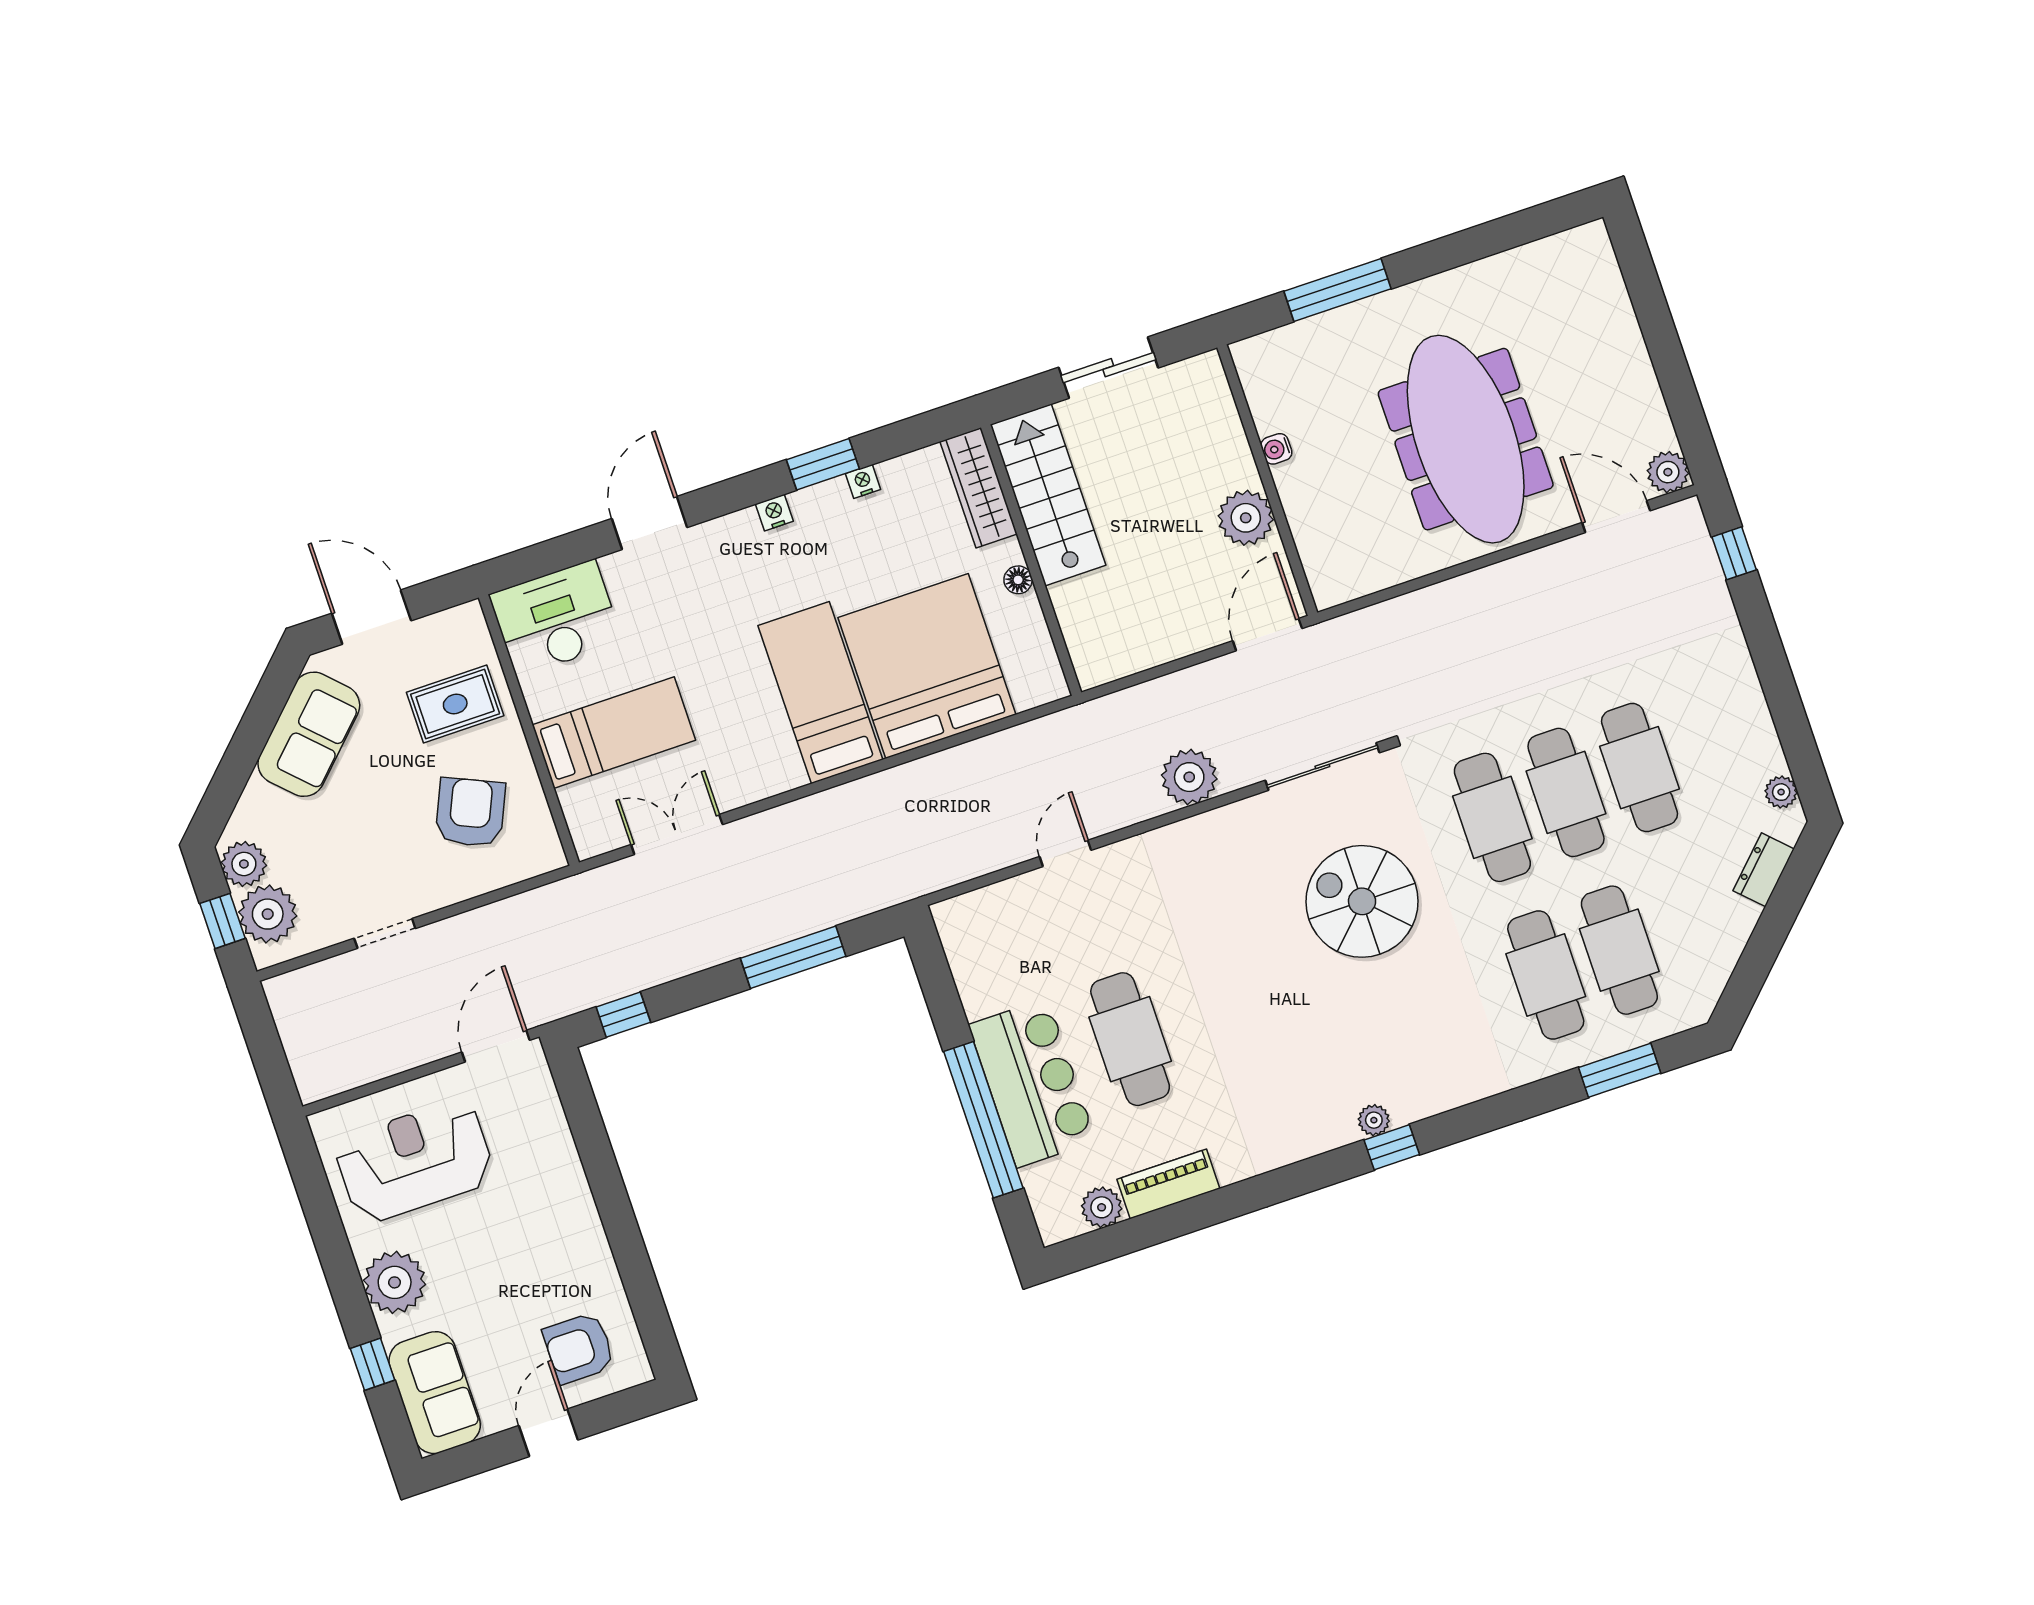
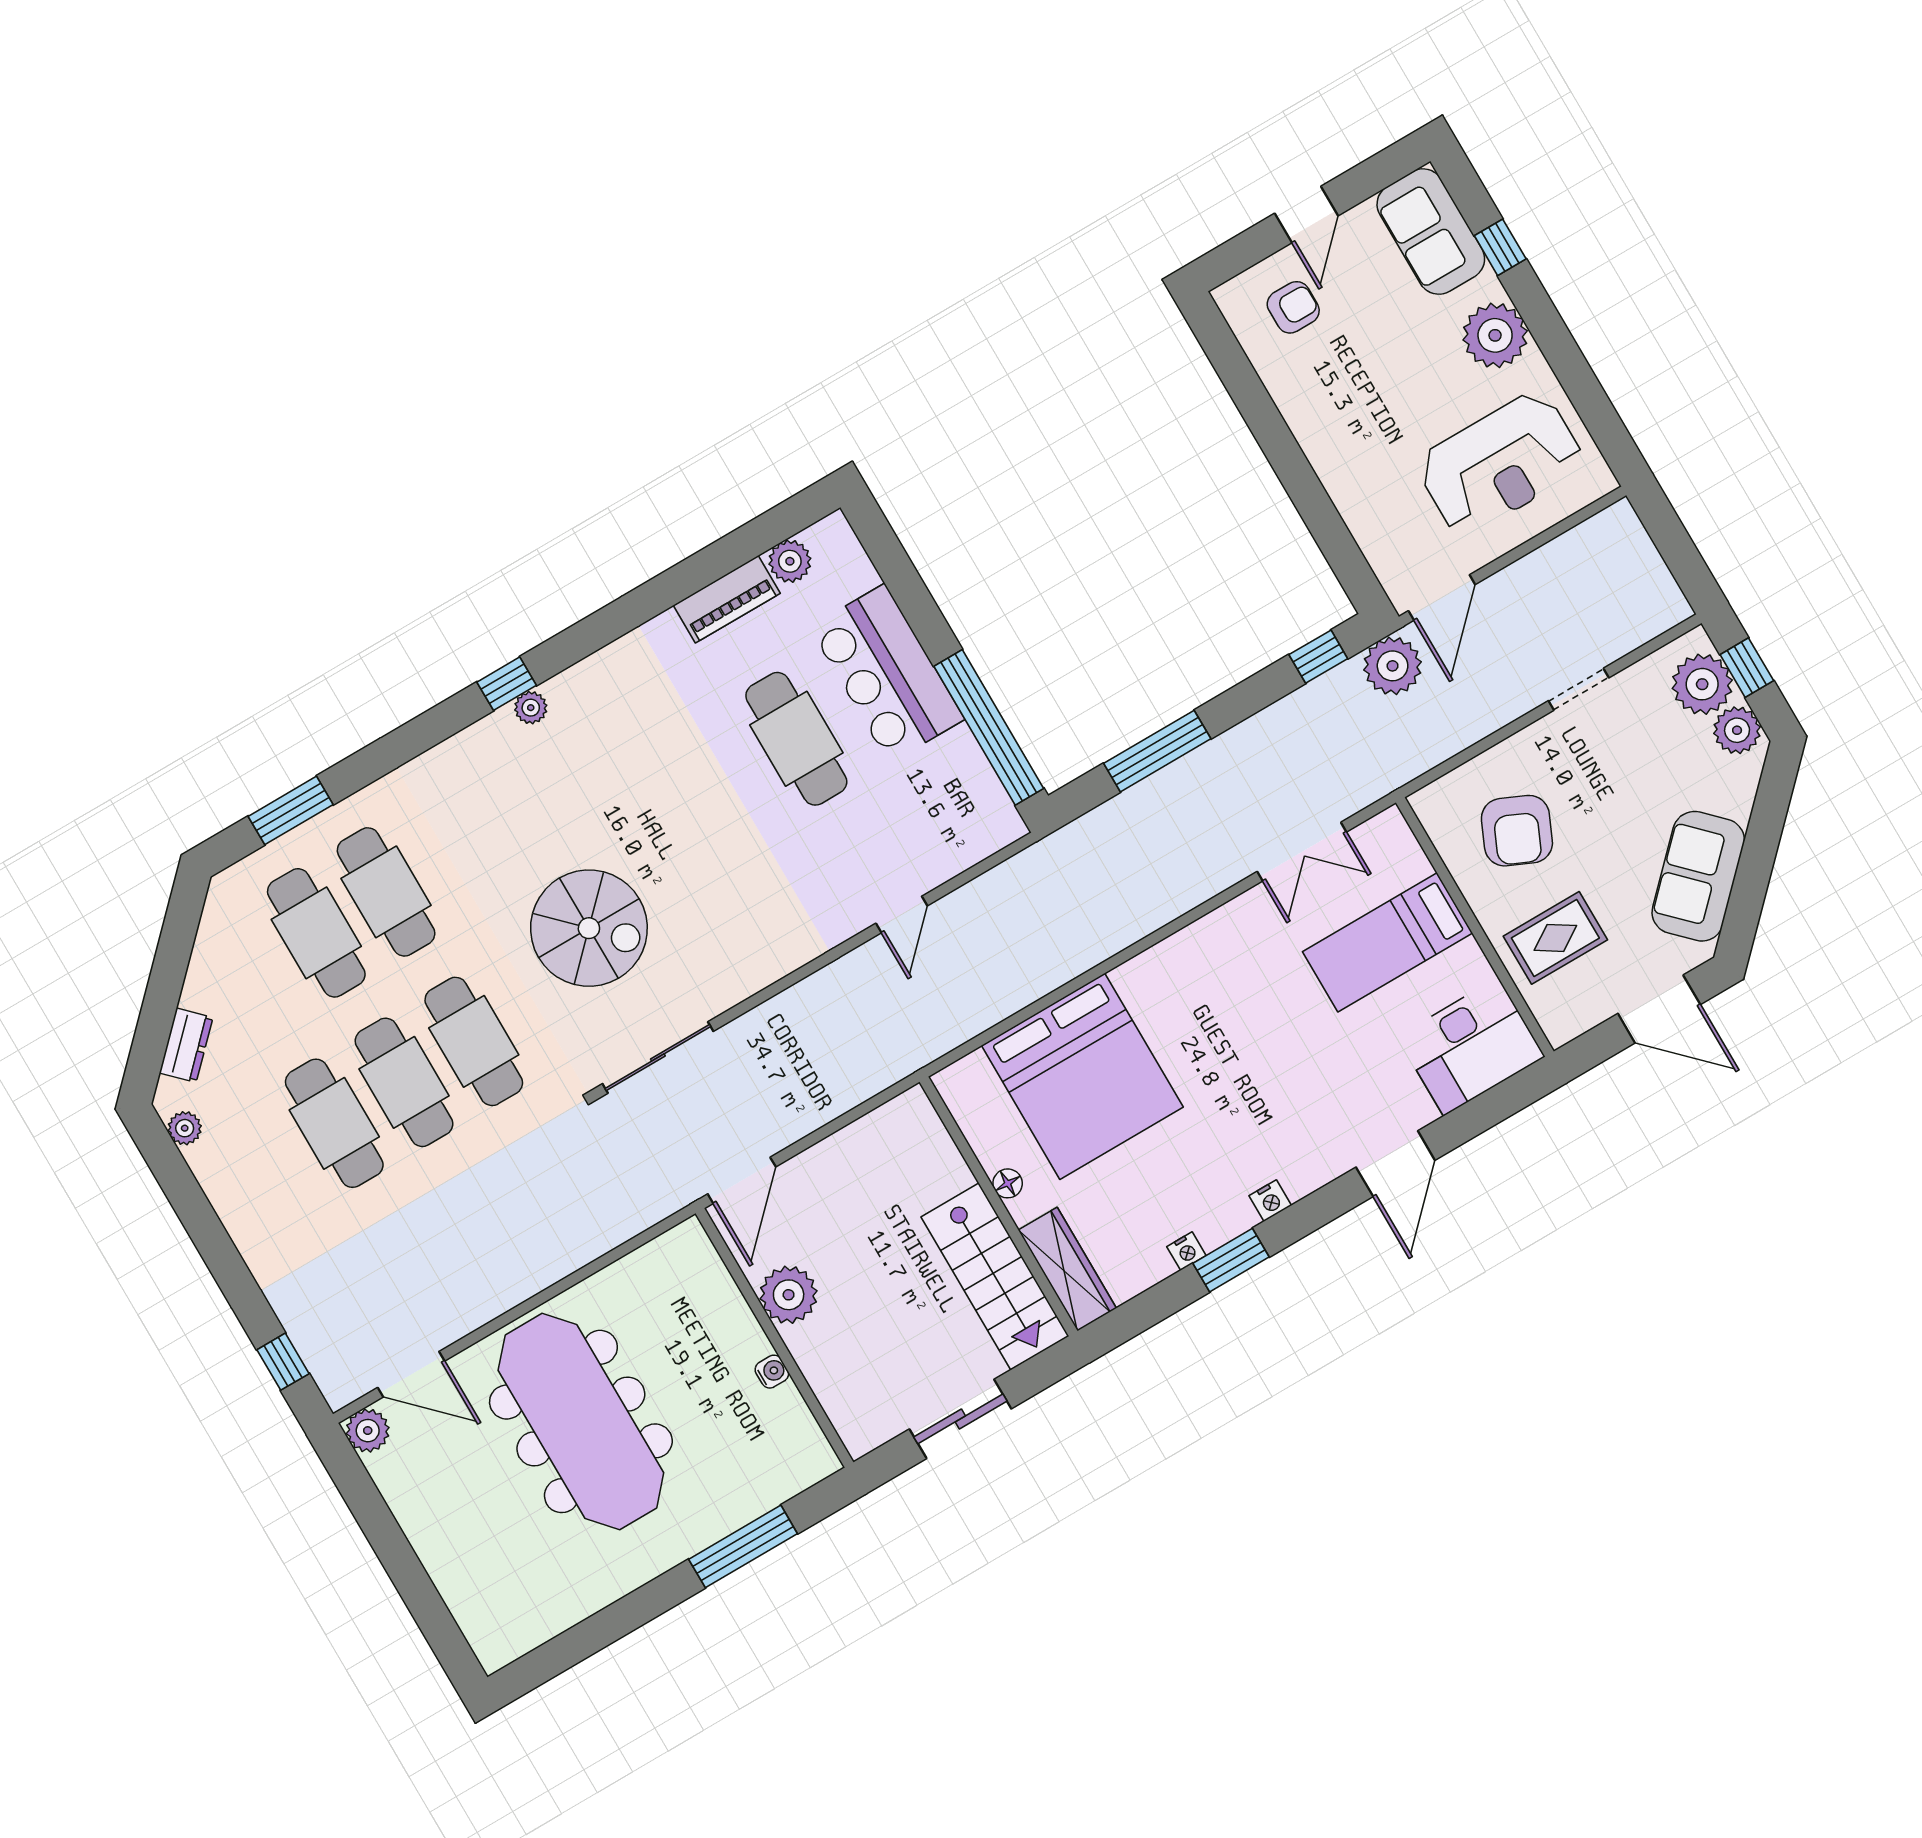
bed: (820, 693) -> (1185, 1027), removed
plant: (1189, 777) -> (1393, 666), moved
window: (983, 1120) -> (989, 727), moved
armchair: (579, 1348) -> (1293, 307), width x0.72, depth x0.72

